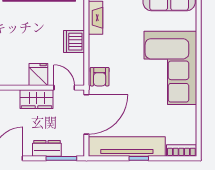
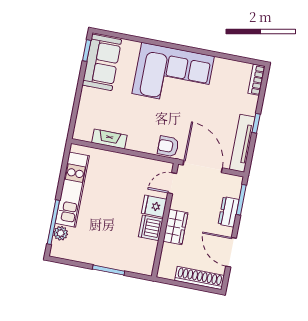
dishwasher: (74, 42) -> (151, 228), moved, turned 90
armchair: (100, 77) -> (168, 146), turned 180
wardrobe: (37, 99) -> (175, 227), moved
tv unit: (127, 147) -> (242, 143), width x0.73, depth x0.78

